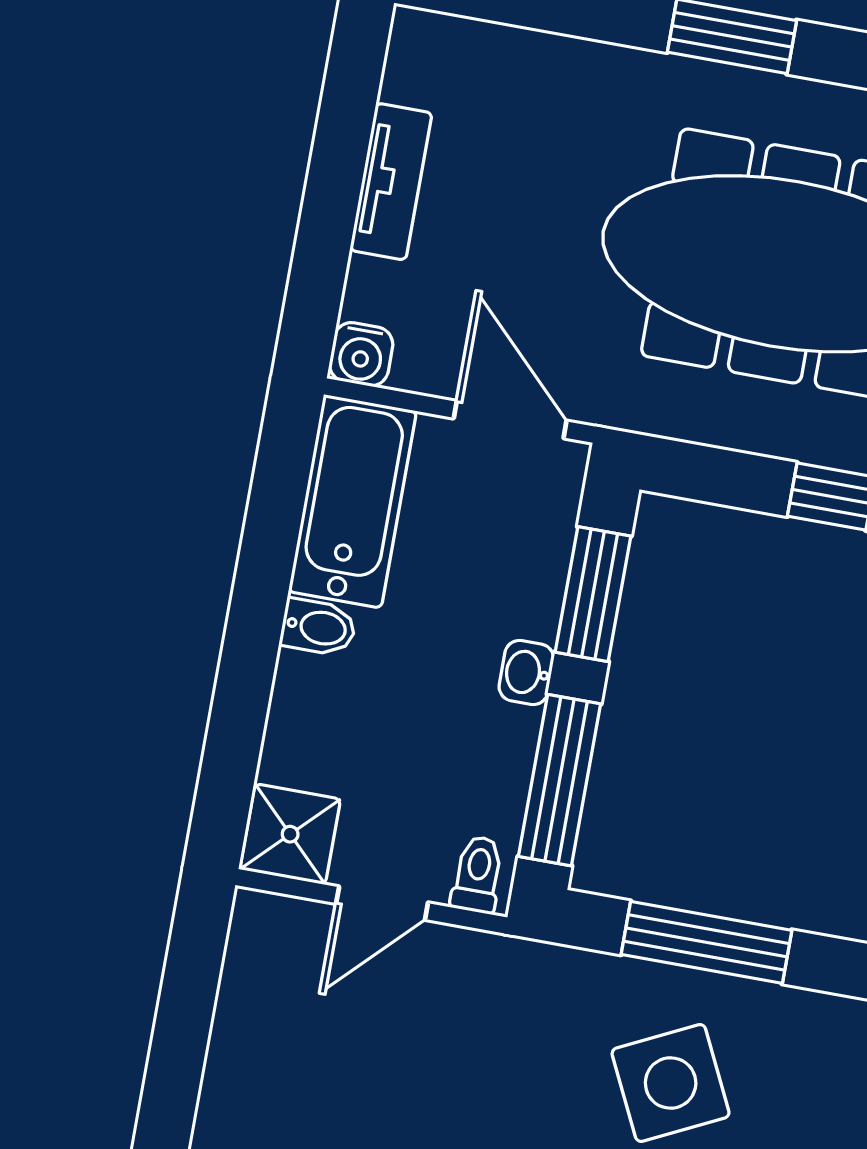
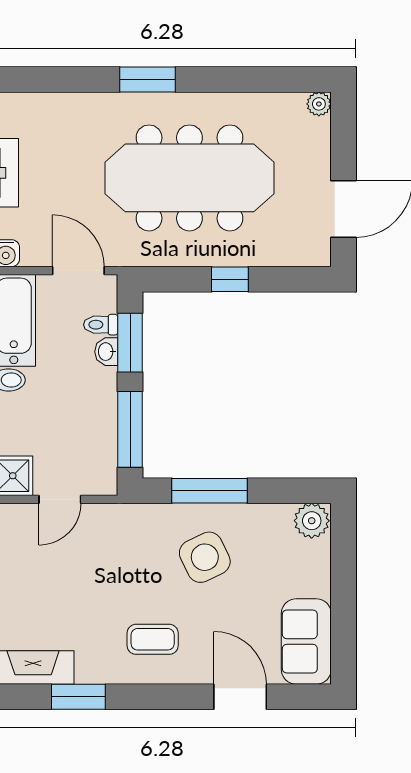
washbasin: (526, 673) -> (106, 352), moved
toilet: (478, 874) -> (101, 325), moved, turned -90

